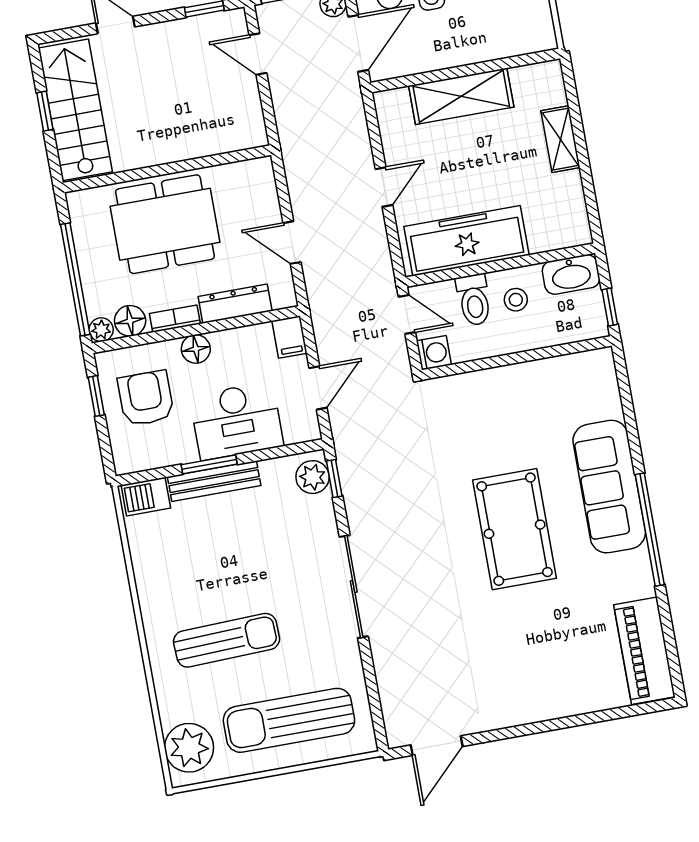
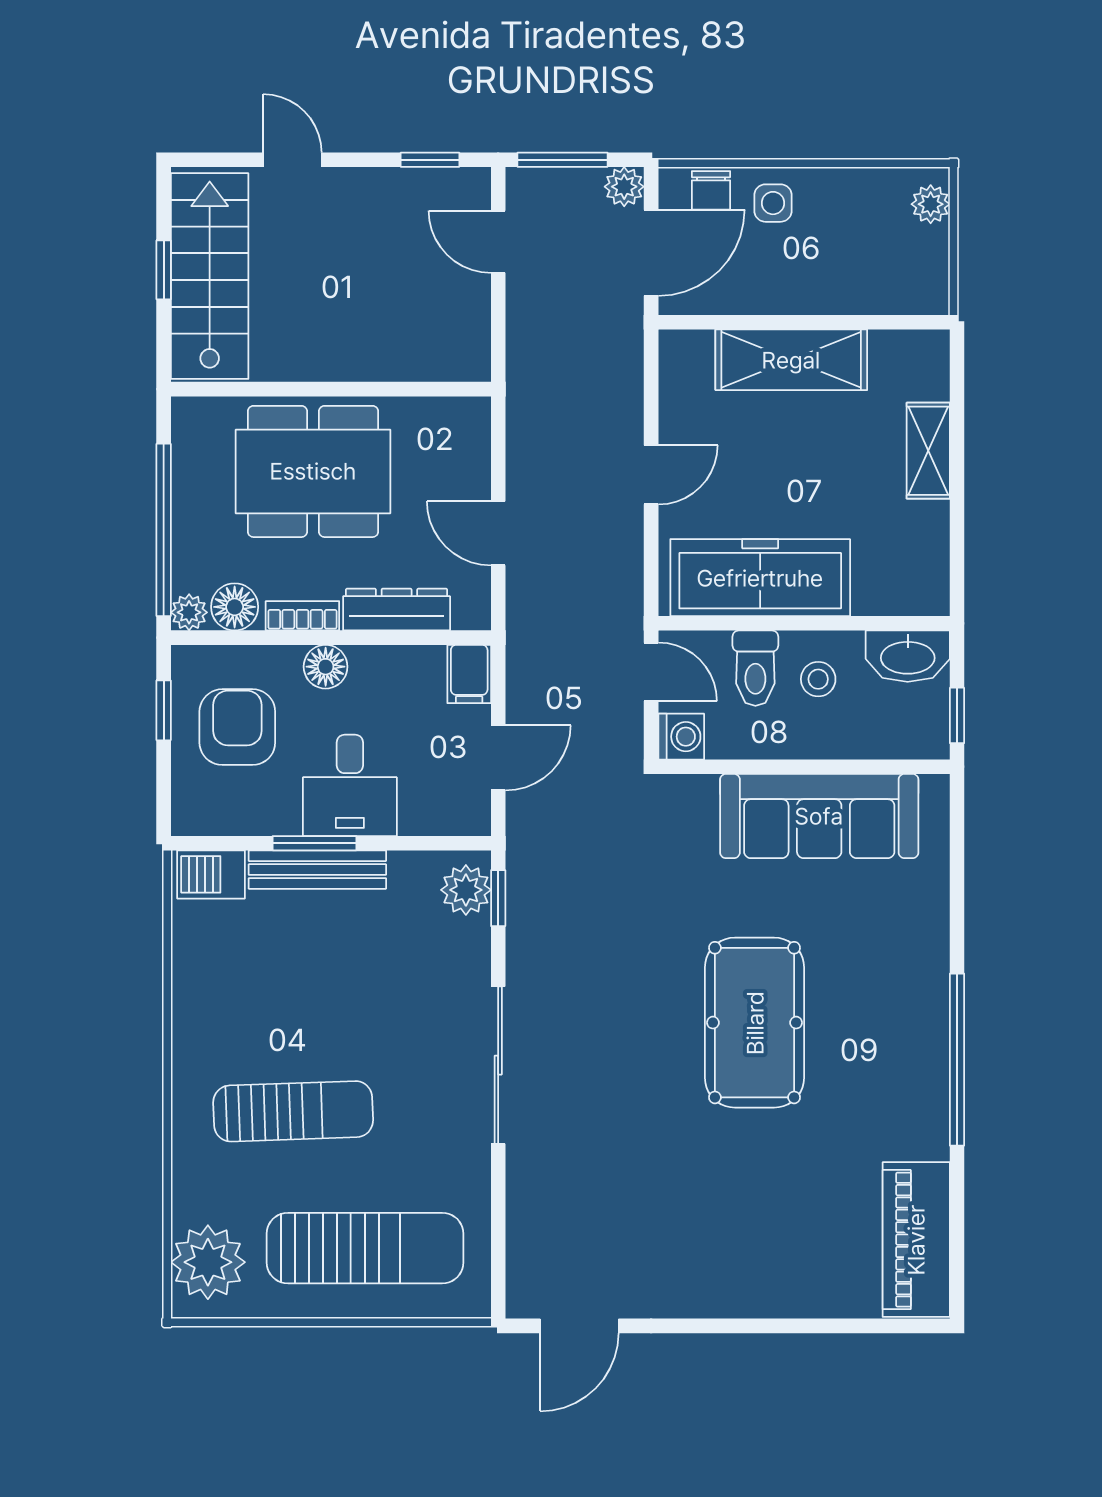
desk: (237, 421) -> (350, 785), width x0.73
sofa: (609, 487) -> (819, 816), moved, turned -90
sun lounger: (289, 720) -> (365, 1248), turned 180

